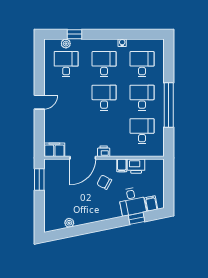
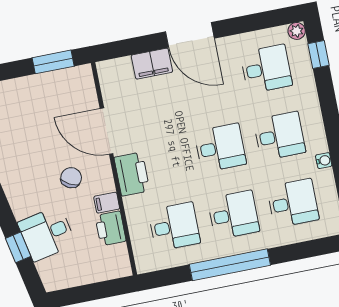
window: (75, 34) -> (318, 54), moved
plant: (66, 44) -> (297, 31), moved
door: (39, 102) -> (190, 35), width x1.87
filing cabinet: (54, 150) -> (152, 64), moved, turned 90
printer: (104, 151) -> (132, 174), width x1.87, depth x1.48
filing cabinet: (151, 204) -> (50, 268), removed

